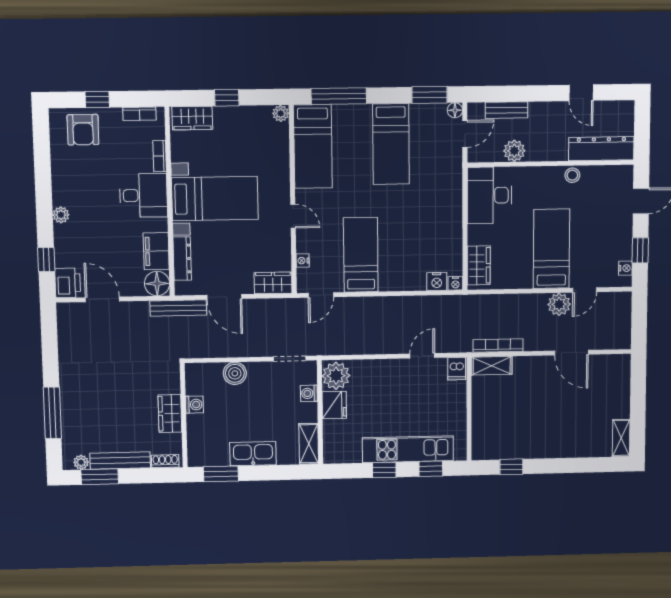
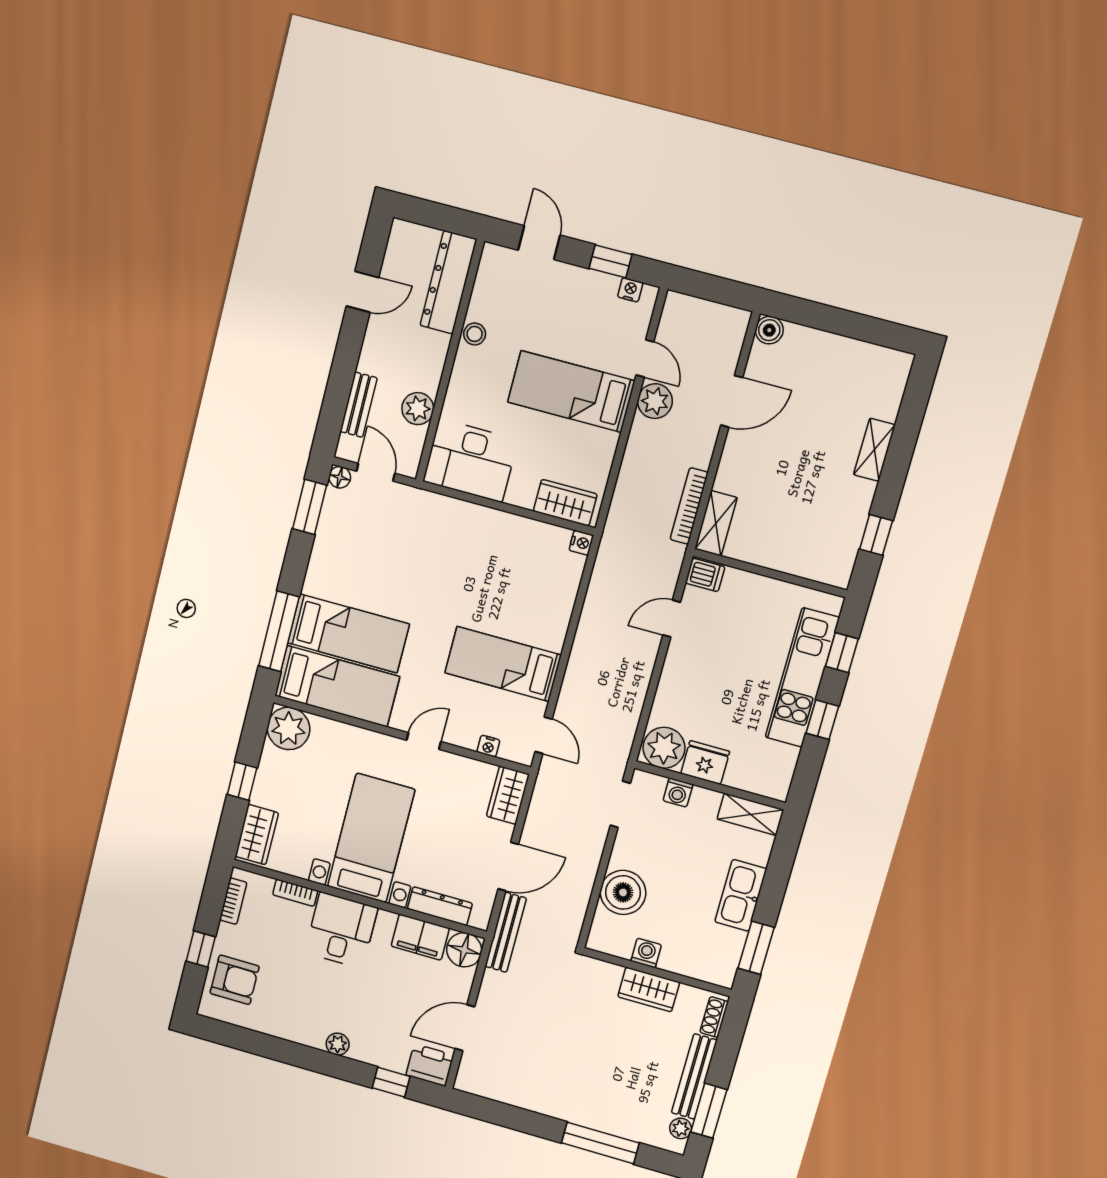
plant: (281, 113) -> (288, 728), width x1.88, depth x1.88
bed: (391, 144) -> (348, 633), moved
nightstand: (437, 281) -> (571, 568), removed
door: (422, 356) -> (672, 619), hinge flipped
boiler: (622, 363) -> (769, 330), added
boiler: (235, 373) -> (623, 892), width x1.37, depth x1.37
shelving: (621, 438) -> (874, 450), moved, turned 90

